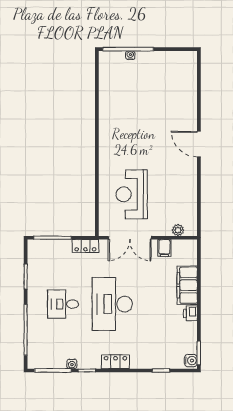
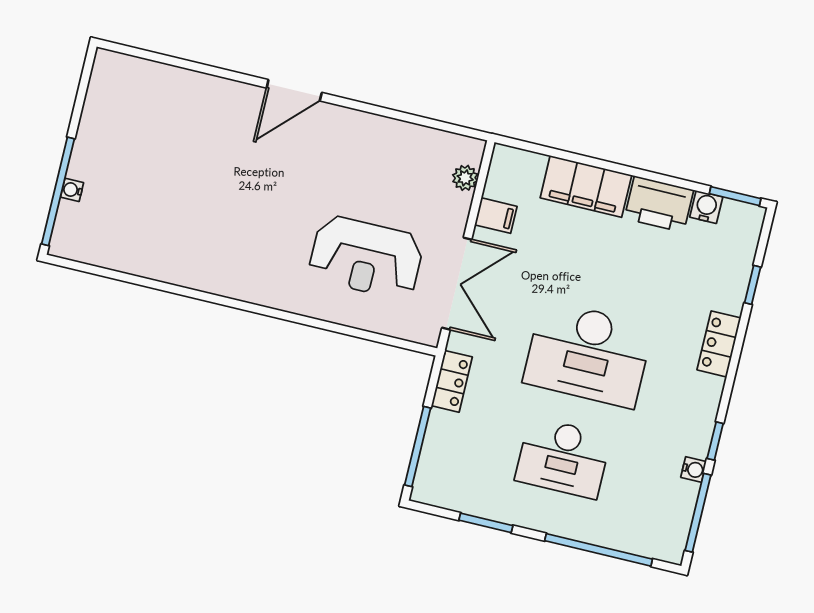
desk: (63, 304) -> (563, 458), width x1.37
printer: (190, 313) -> (659, 204), width x1.87, depth x1.48
water cooler: (191, 361) -> (706, 207), moved
locker: (115, 362) -> (719, 344), moved

